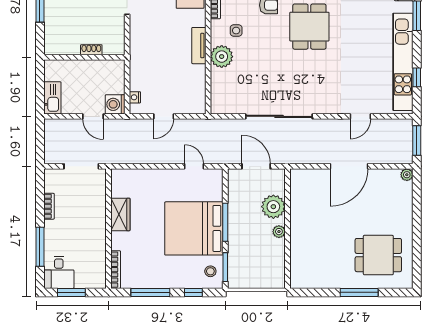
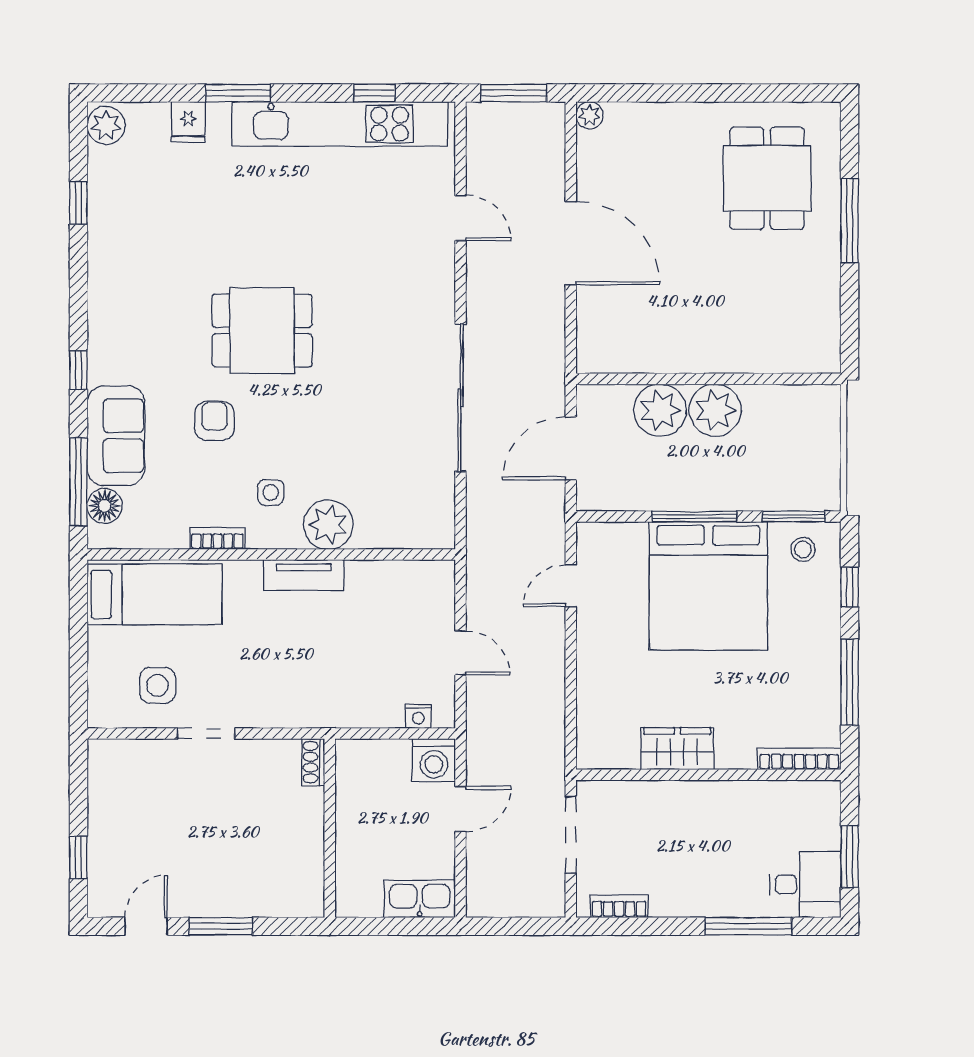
shoe rack: (91, 50) -> (313, 762), moved
bookcase: (49, 206) -> (619, 906), moved
plant: (279, 232) -> (715, 410), width x1.87, depth x1.87

